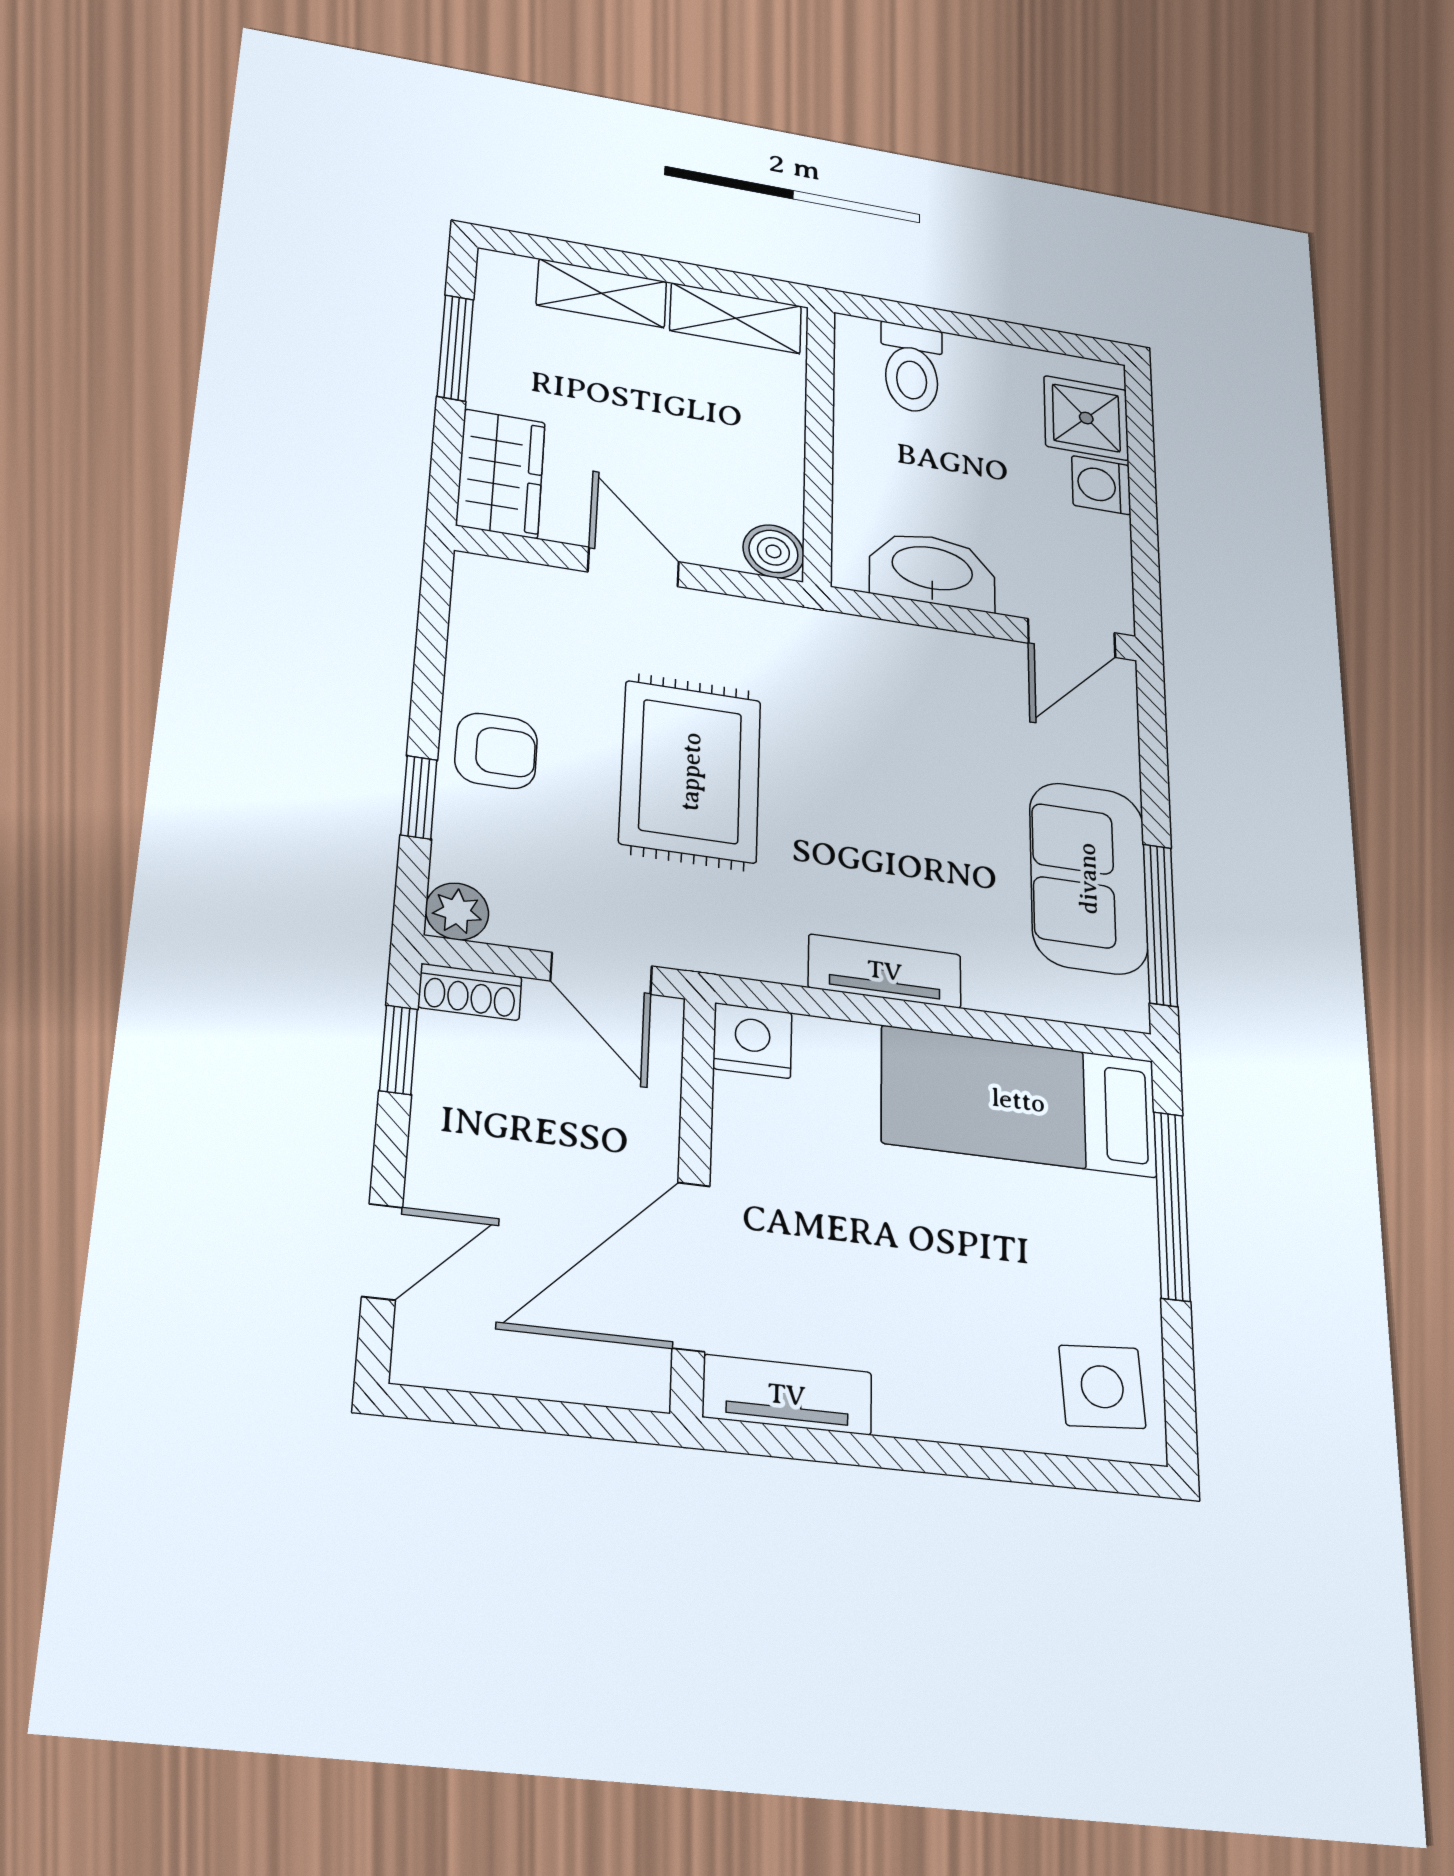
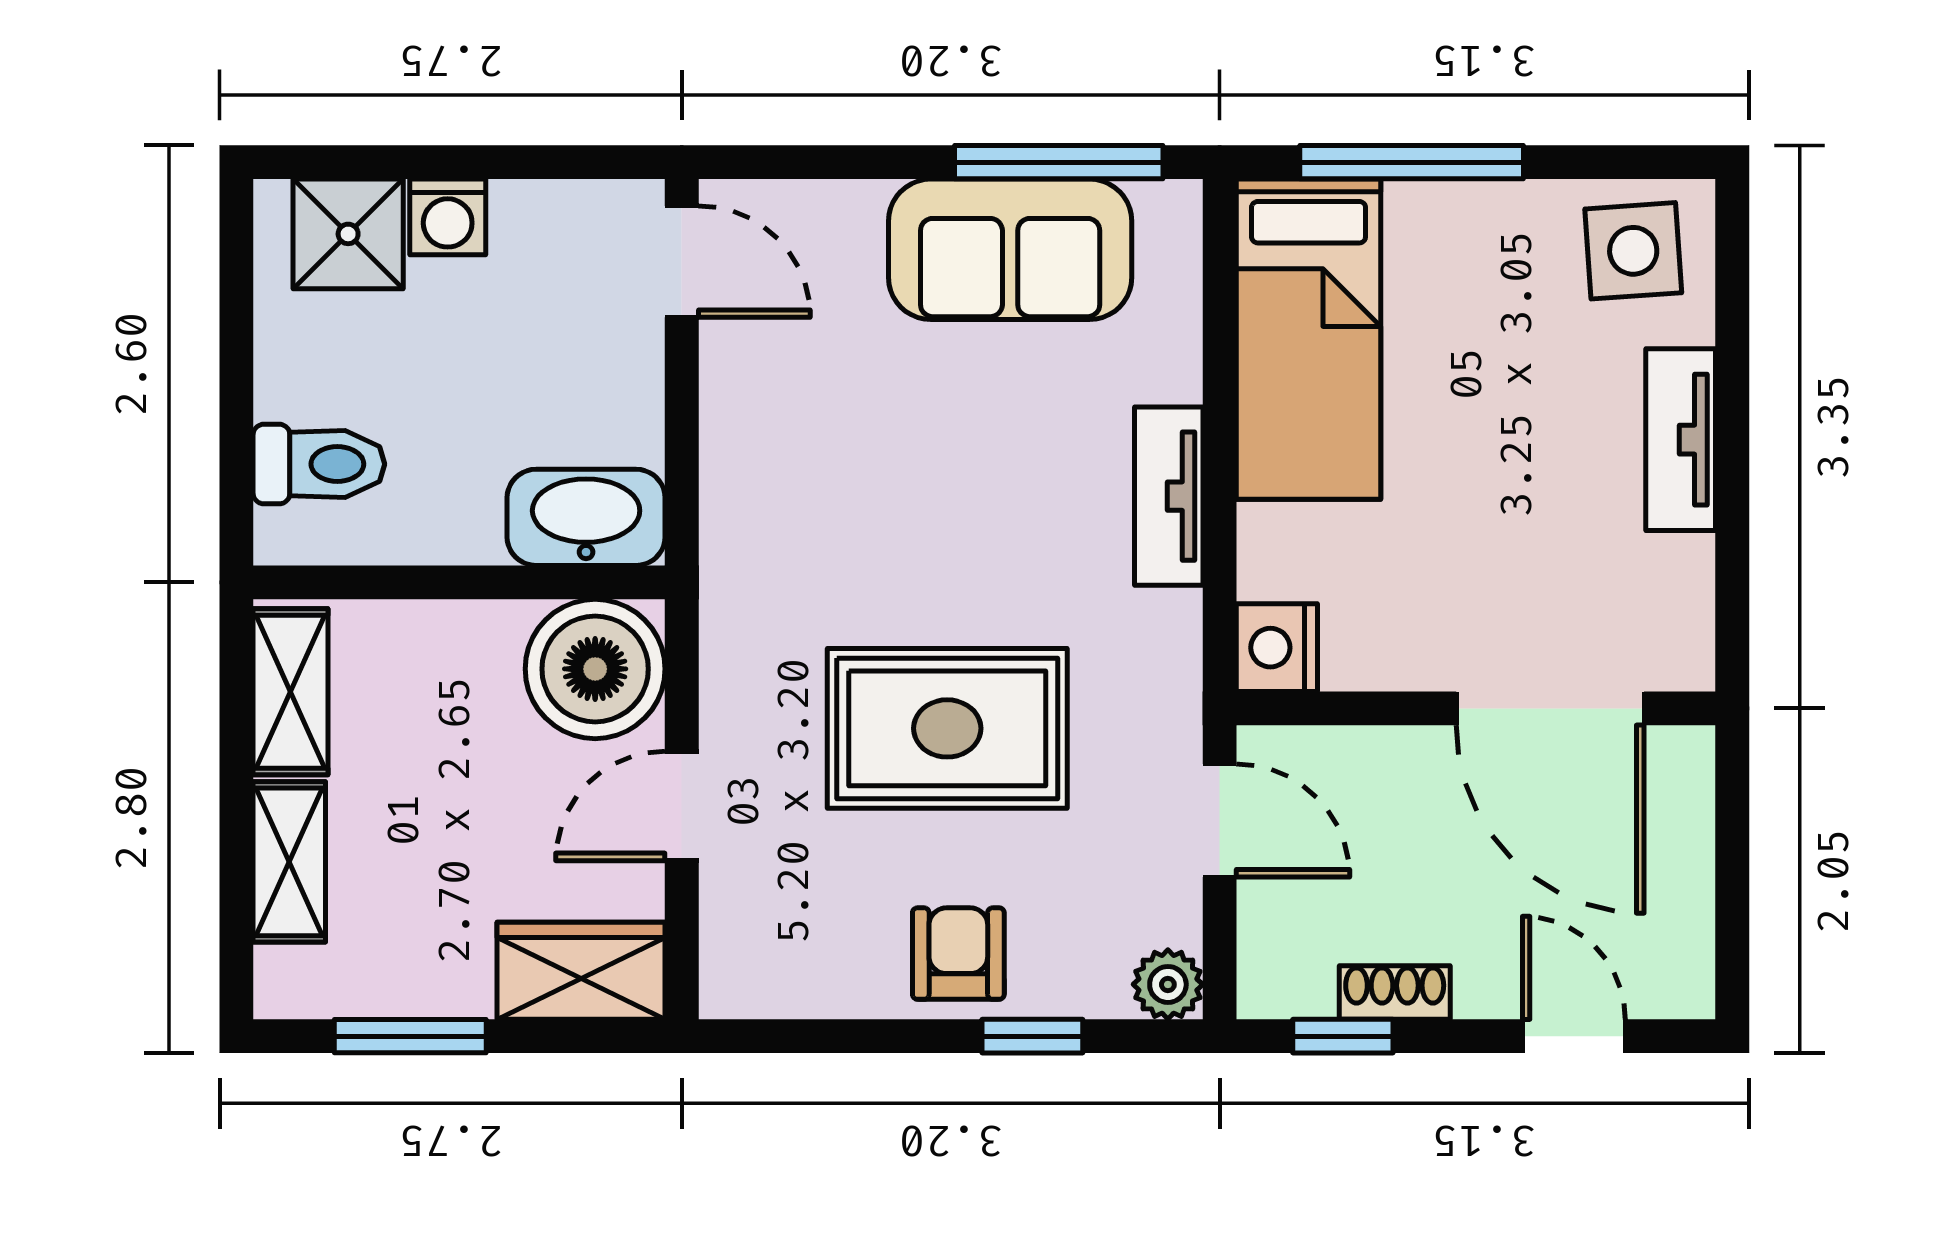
boiler: (773, 551) -> (595, 669), width x1.86, depth x1.86
washbasin: (932, 570) -> (586, 517), moved, turned 90
door: (601, 973) -> (1220, 820), hinge flipped
shoe rack: (470, 992) -> (1395, 992), moved, turned -90
tv unit: (787, 1395) -> (1681, 440), moved

